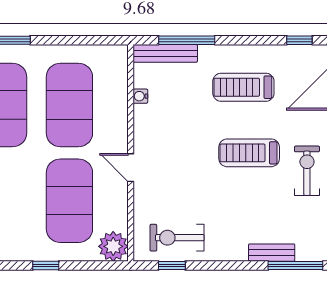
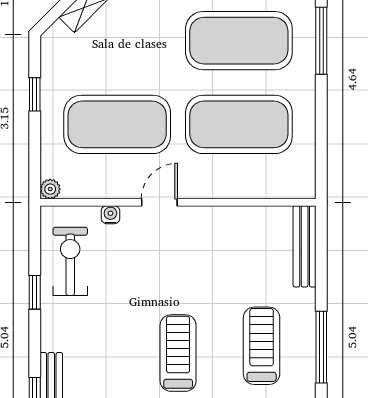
window: (187, 40) -> (321, 347), moved
water cooler: (140, 96) -> (110, 215), moved
plant: (113, 246) -> (50, 189), width x0.53, depth x0.53
window: (172, 266) -> (35, 292), moved

